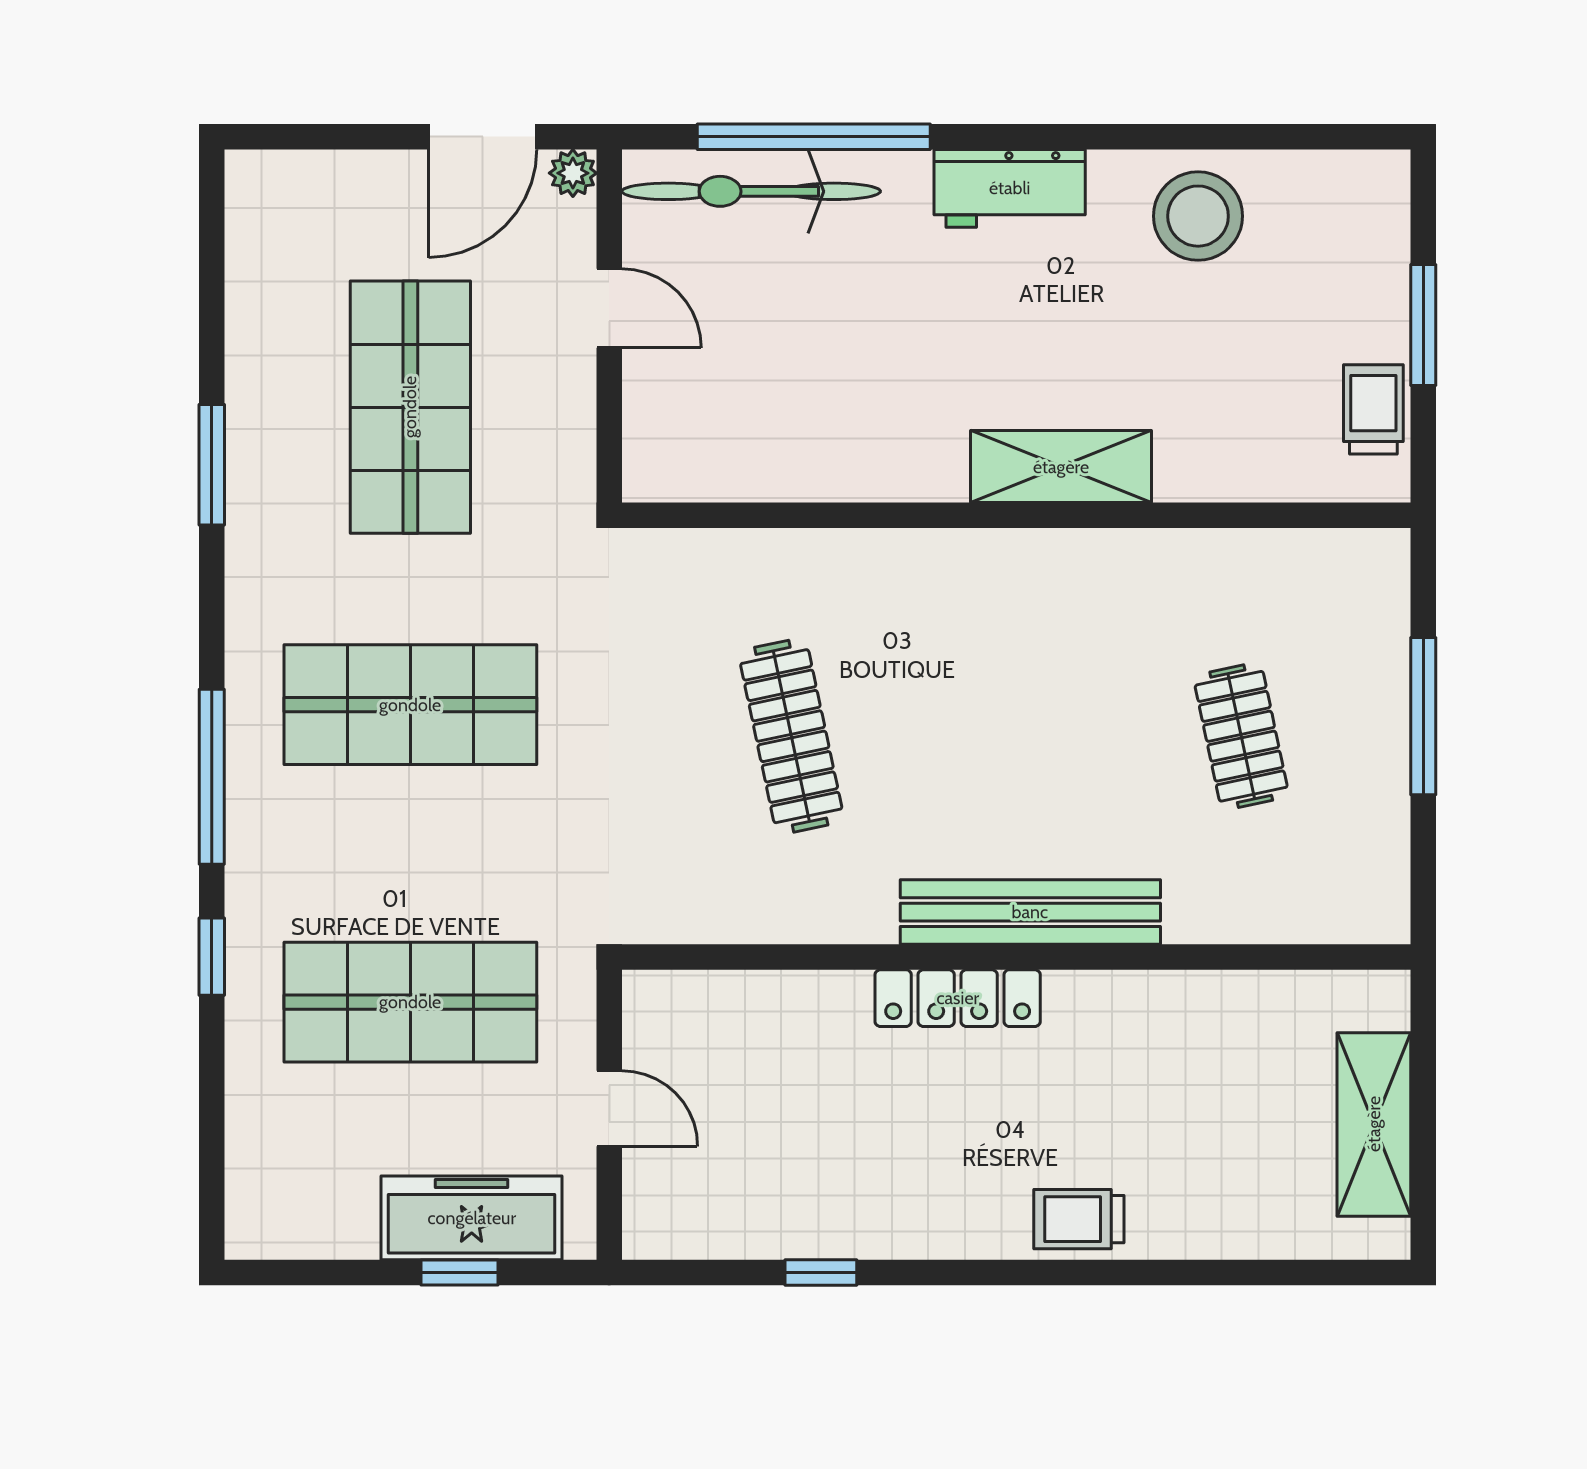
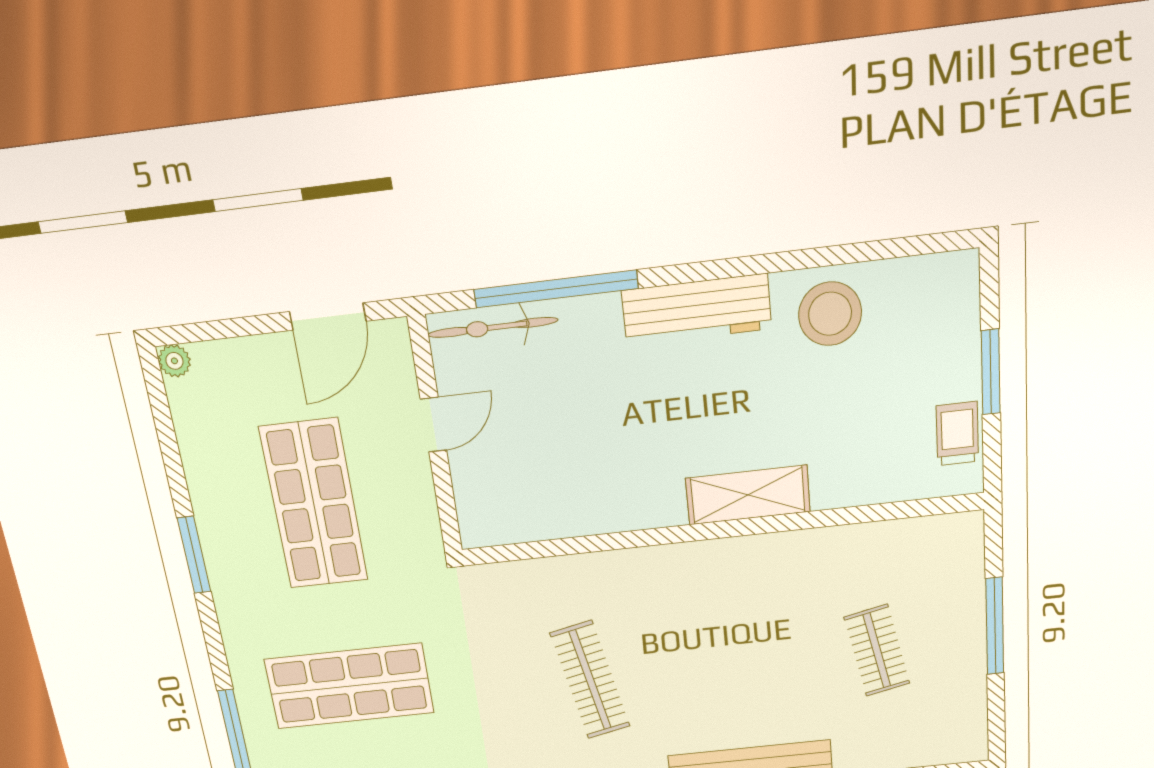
plant: (573, 173) -> (174, 361), moved
workbench: (1010, 188) -> (697, 310), width x1.37
bicycle: (751, 191) -> (493, 327), width x0.73, depth x0.71
door: (609, 308) -> (433, 425), hinge flipped

